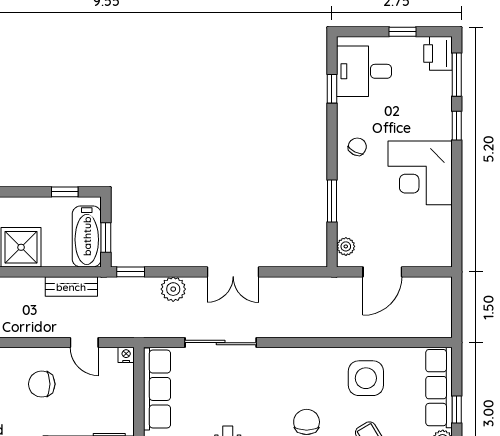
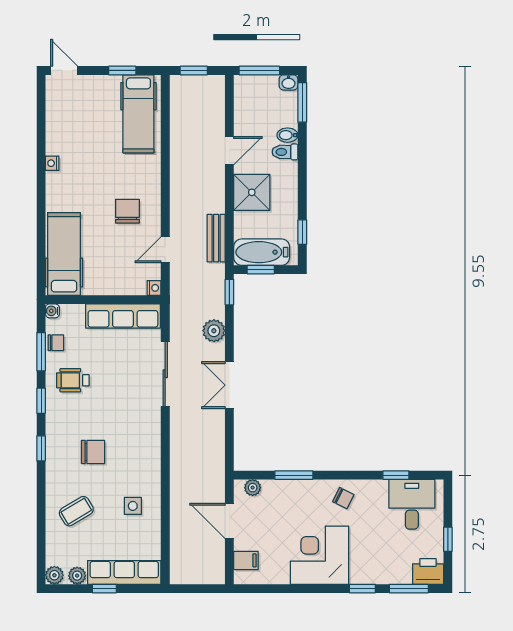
filing cabinet: (426, 254) -> (246, 560), added
side table: (366, 378) -> (133, 506), width x0.54, depth x0.54

